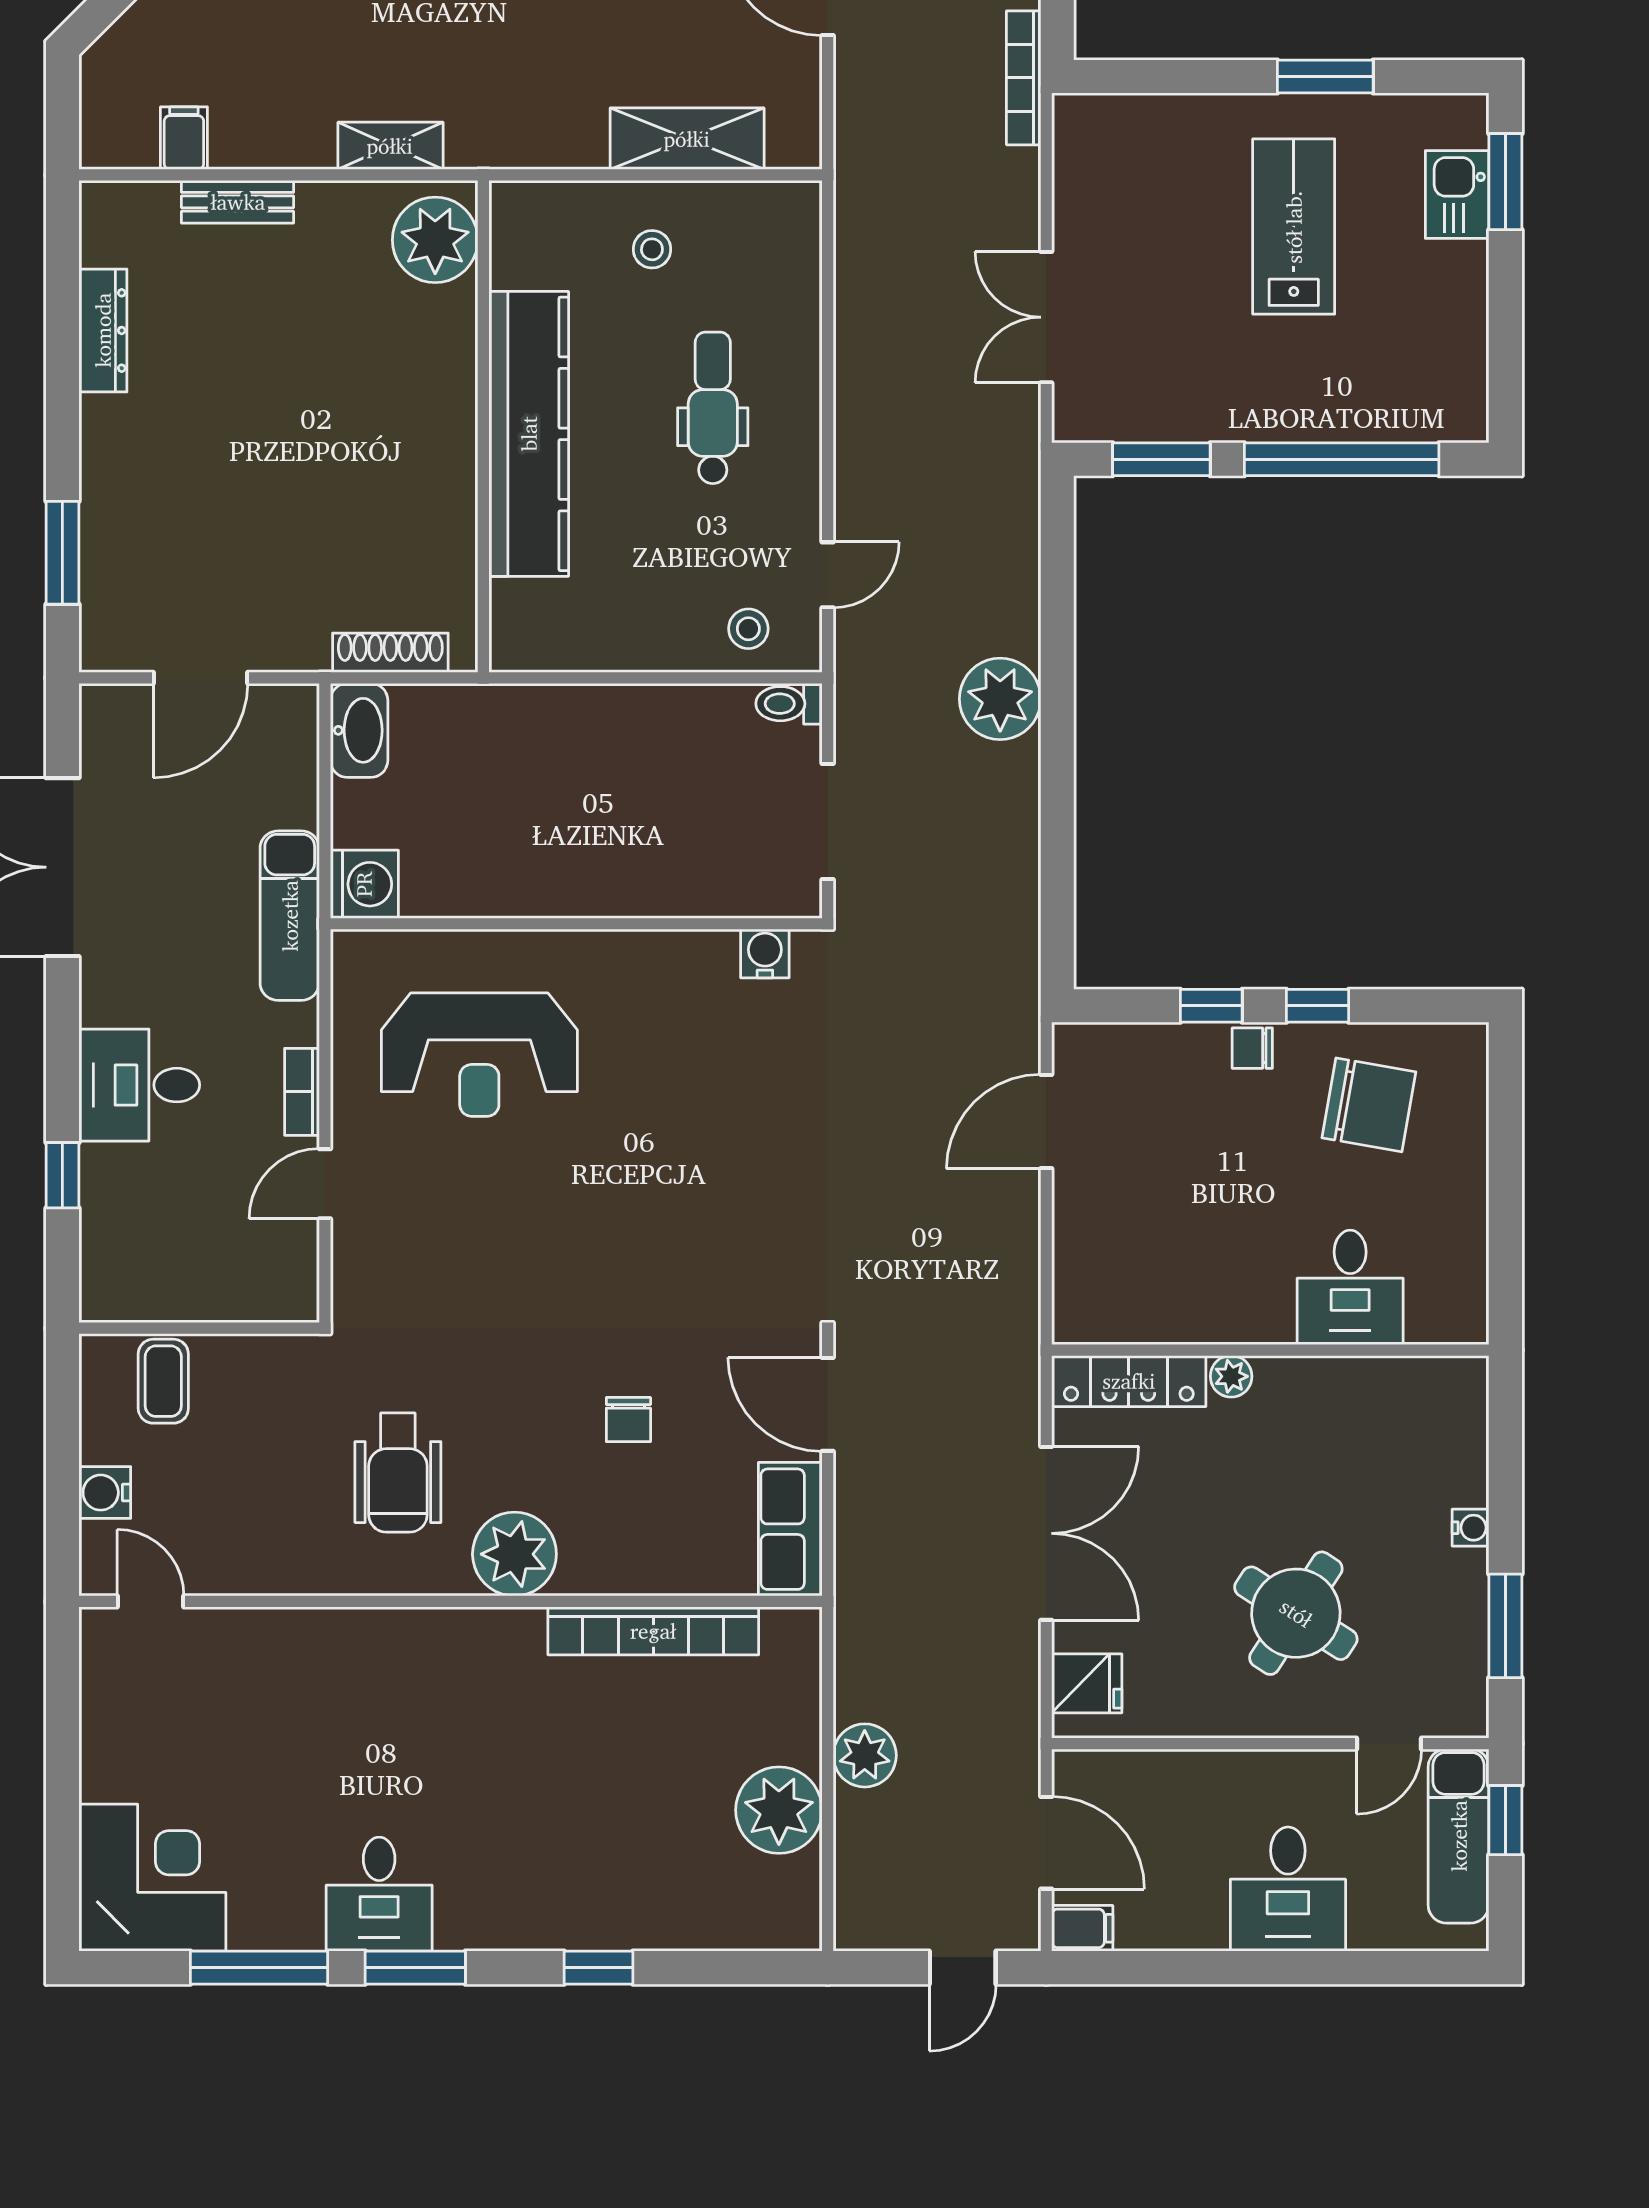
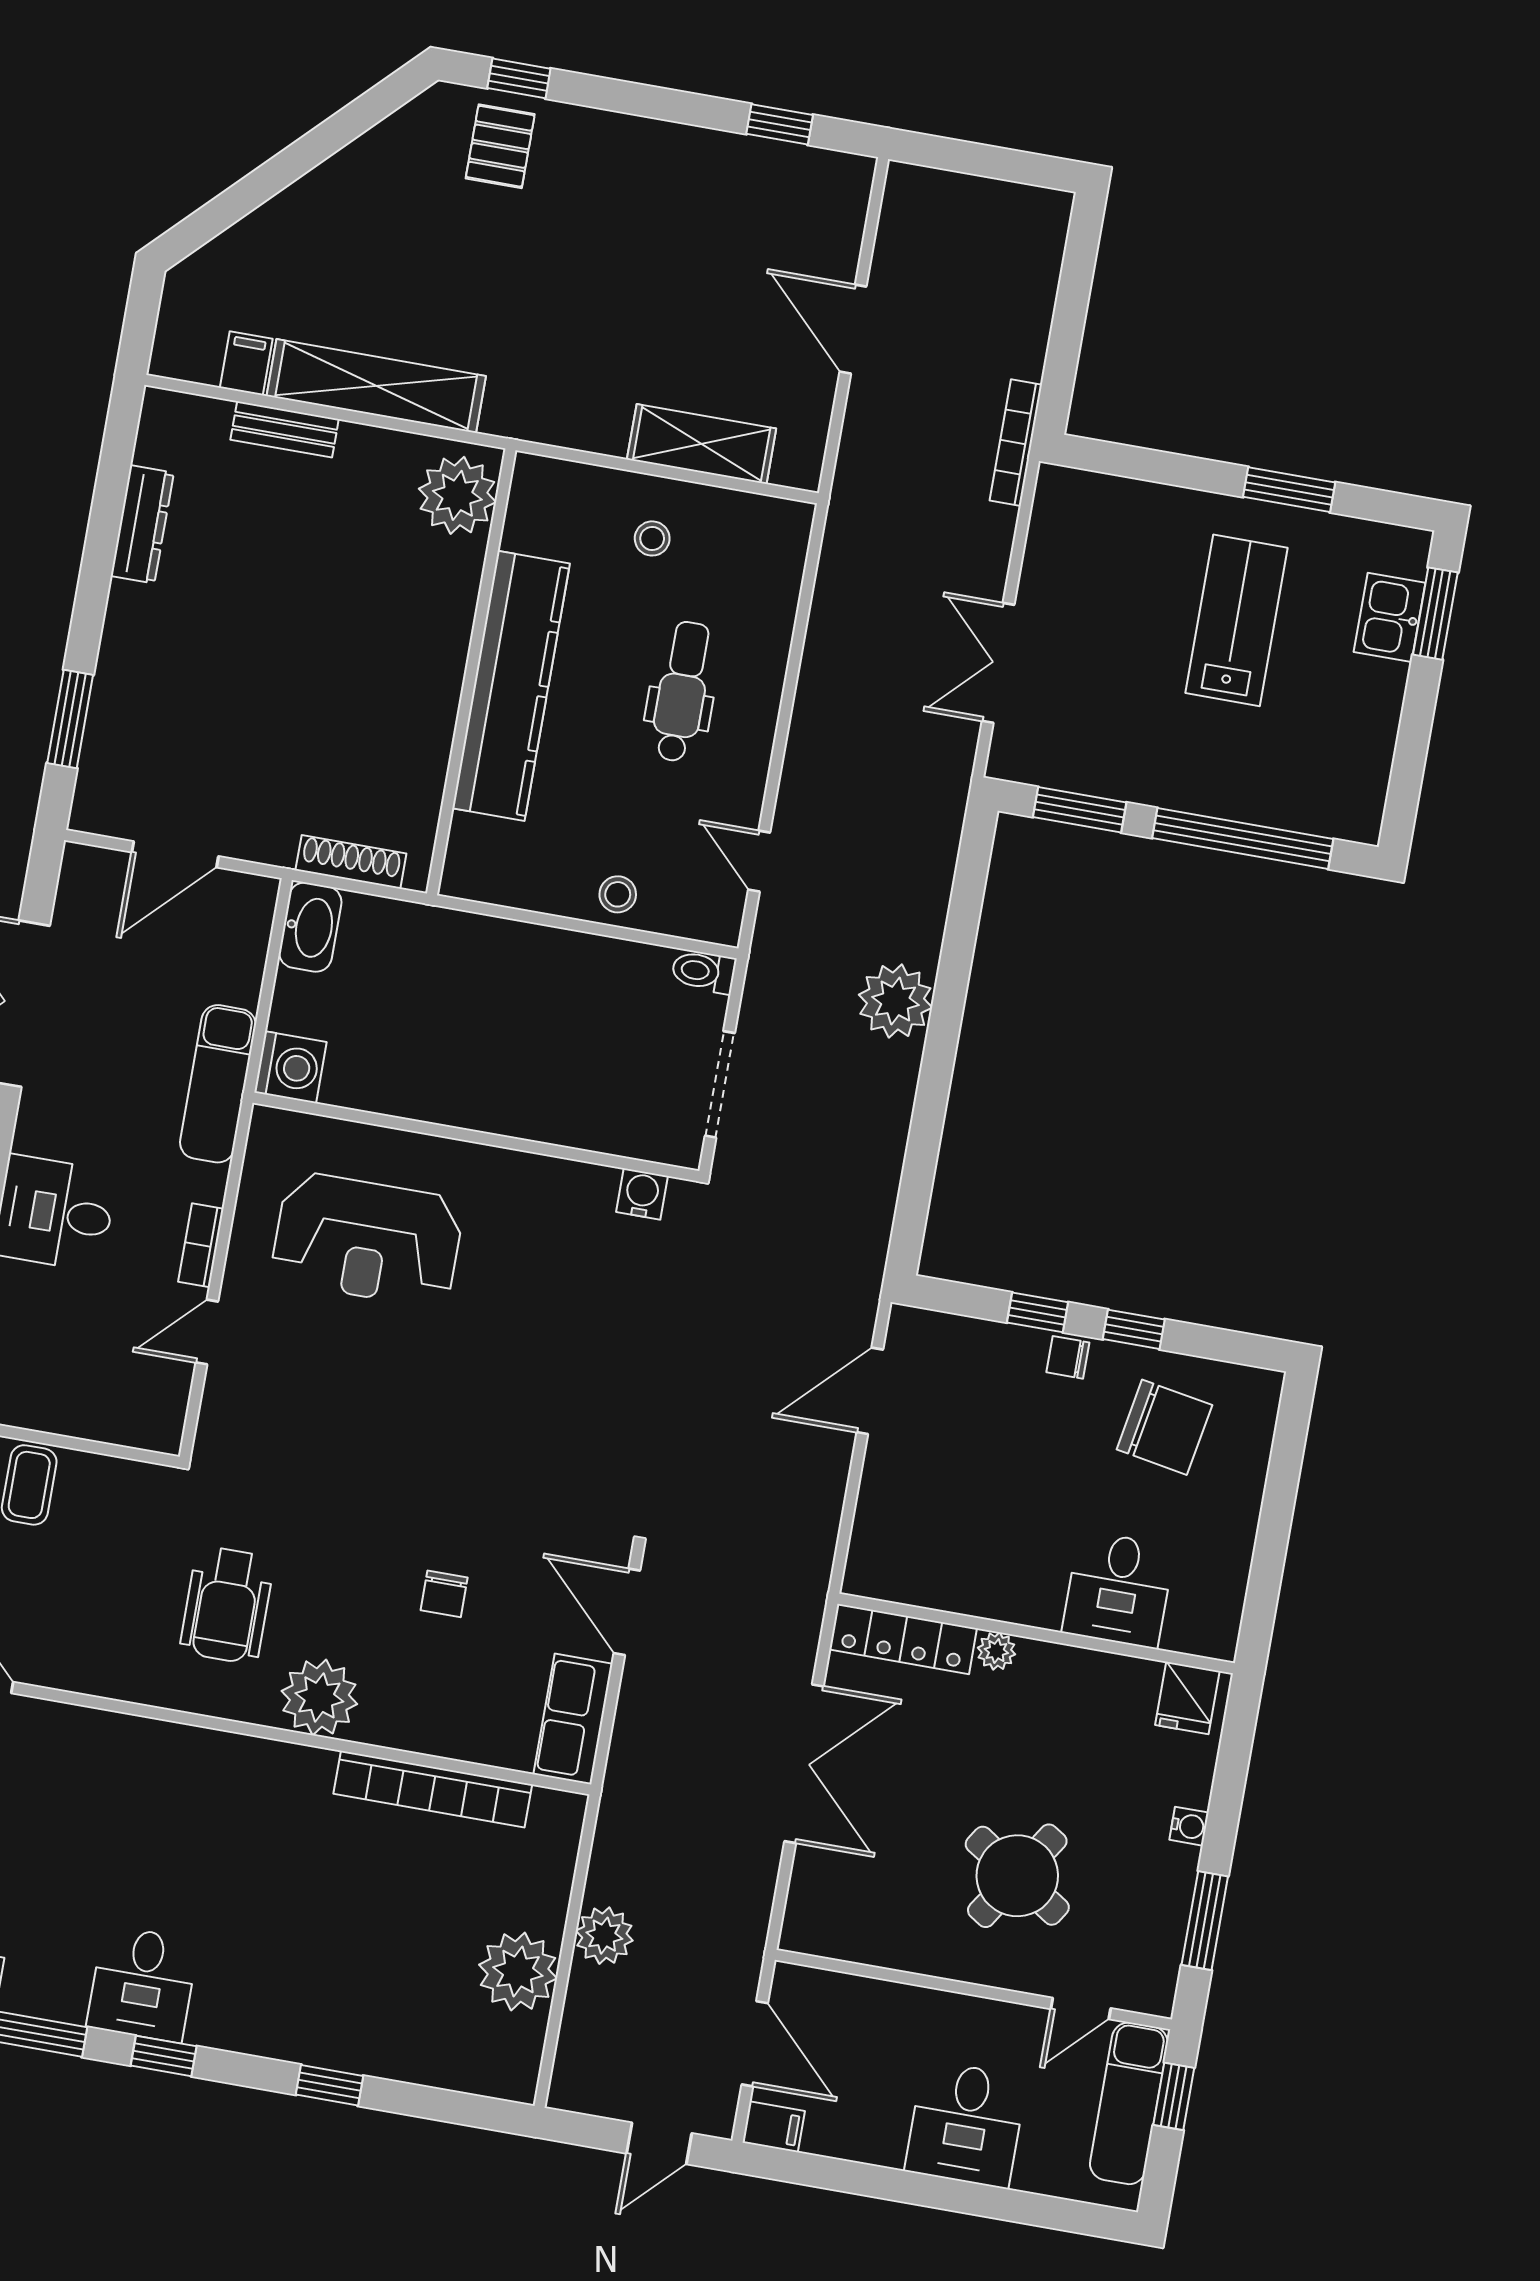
shelving: (390, 146) -> (376, 386), width x2.20, depth x1.33
door: (828, 575) -> (759, 861), swing flipped
stool: (748, 629) -> (618, 894), moved
fridge: (1087, 1683) -> (1187, 1698), moved, turned 90
window: (415, 1968) -> (164, 2056), width x0.67

